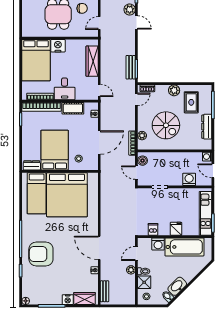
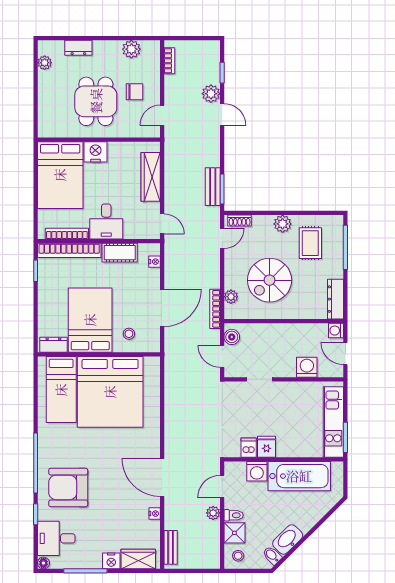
spiral stairs: (166, 125) -> (270, 280), turned 90
dresser: (207, 127) -> (335, 299), moved
fridge: (176, 229) -> (266, 447), moved
desk: (34, 286) -> (56, 538), added

